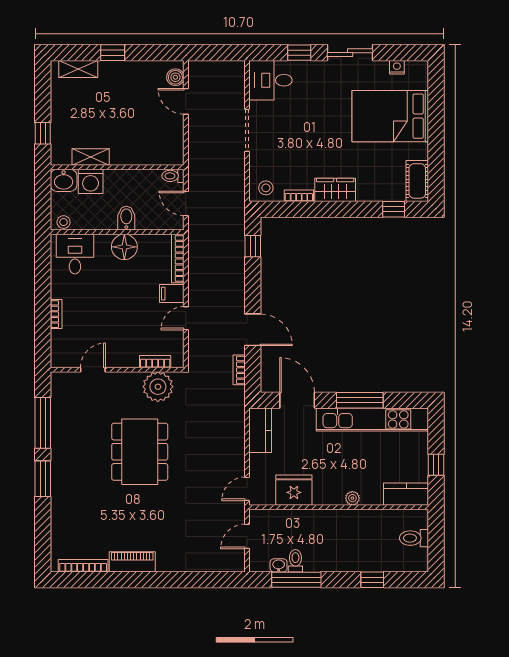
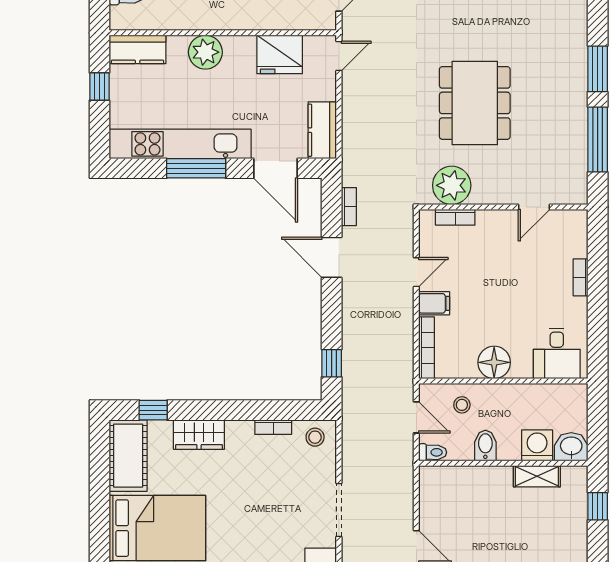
cot: (417, 181) -> (128, 456), width x1.37, depth x1.34
wardrobe: (335, 190) -> (199, 435), moved
bidet: (126, 218) -> (485, 445), moved, turned 180
stool: (64, 222) -> (462, 405), moved
plant: (352, 498) -> (205, 52), width x1.87, depth x1.87

